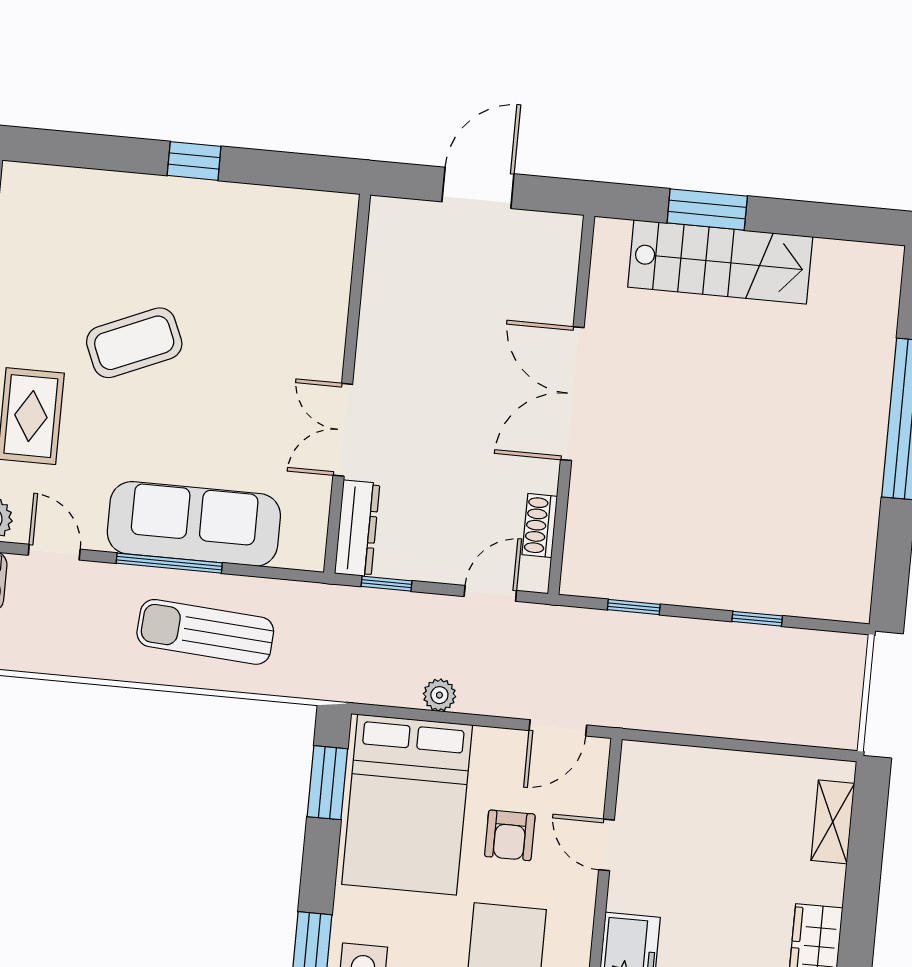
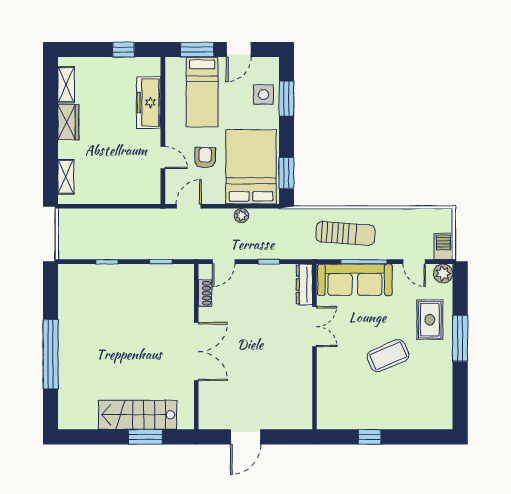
wall: (347, 384) -> (314, 347), moved
double door: (343, 430) -> (314, 327), moved
dresser: (357, 528) -> (304, 284), moved

